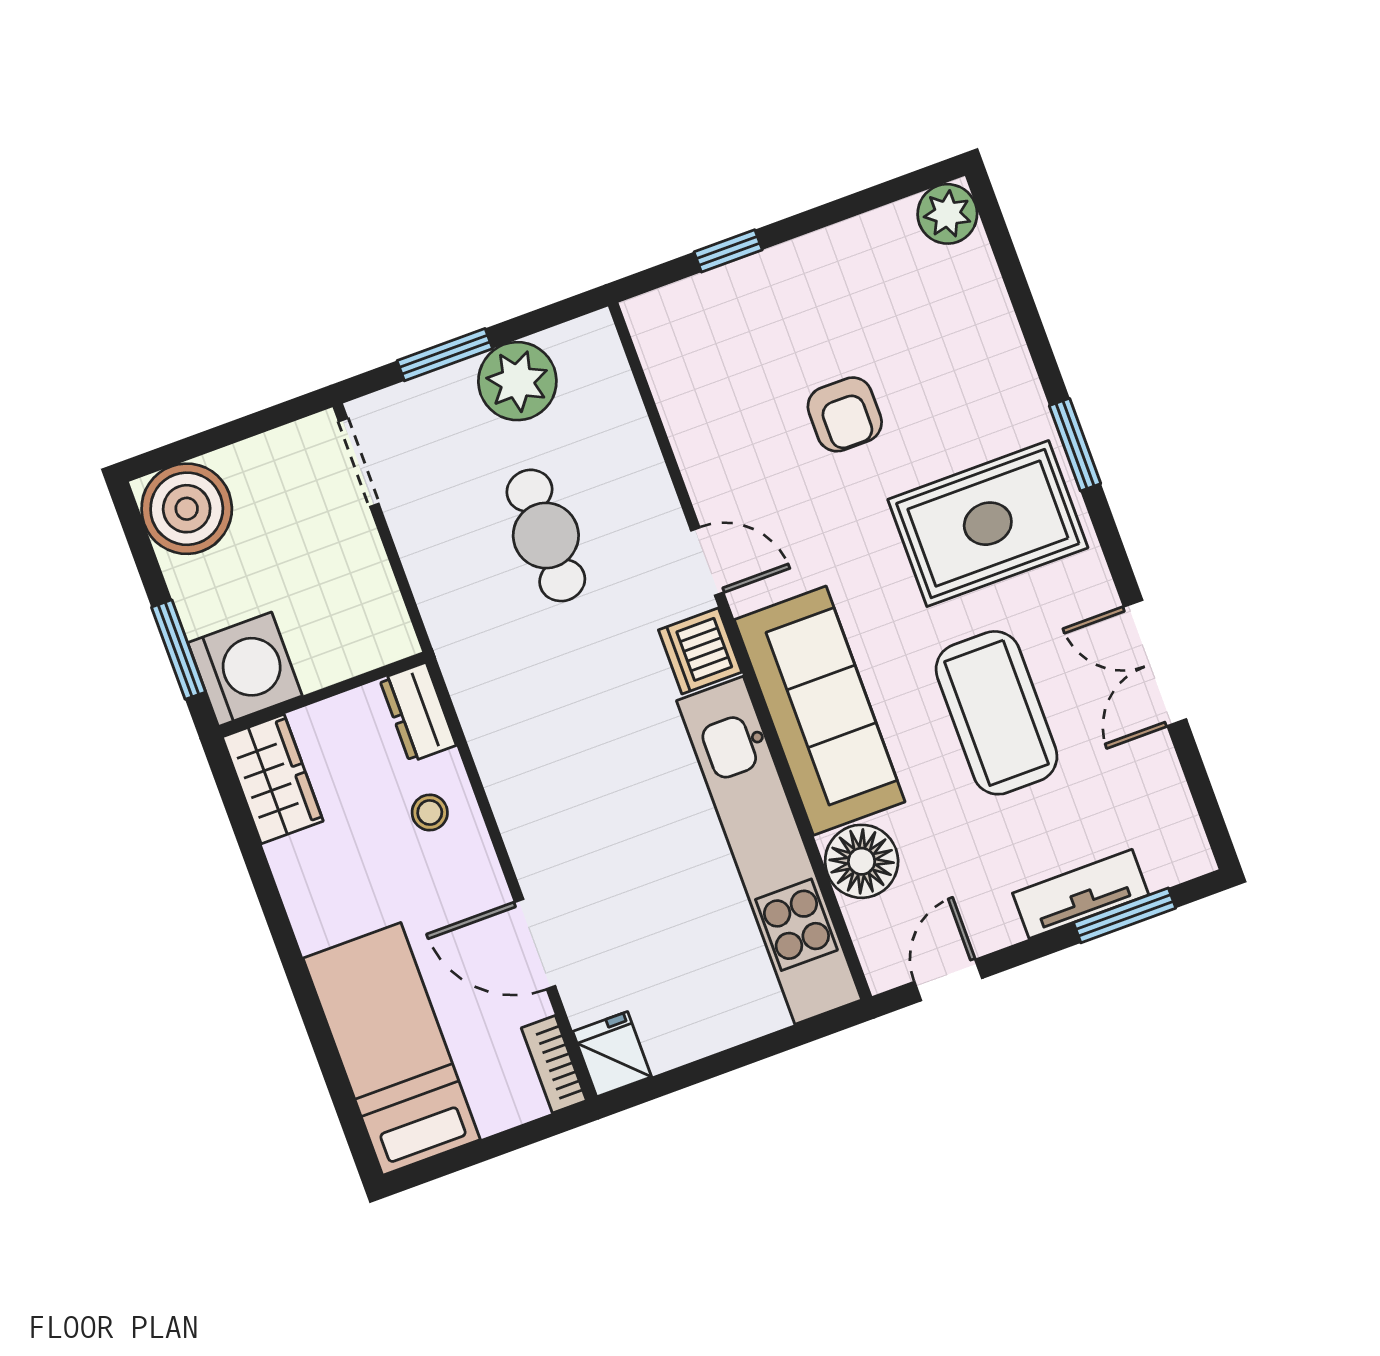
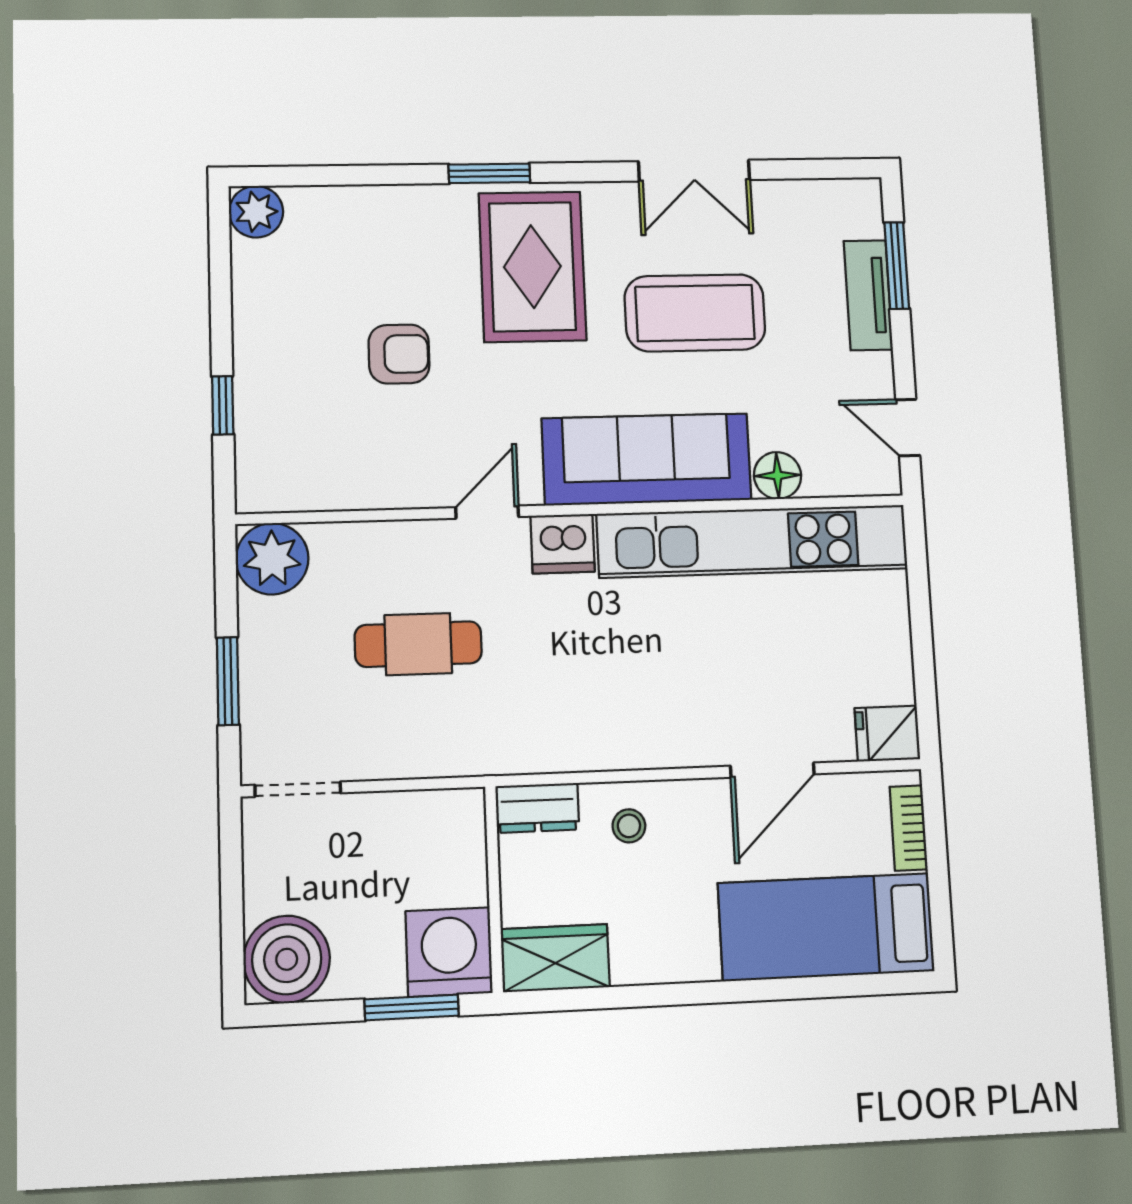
plant: (517, 381) -> (272, 559), moved
floor lamp: (862, 861) -> (778, 476), width x0.73, depth x0.73
bookcase: (554, 1064) -> (909, 828), moved, turned 90

